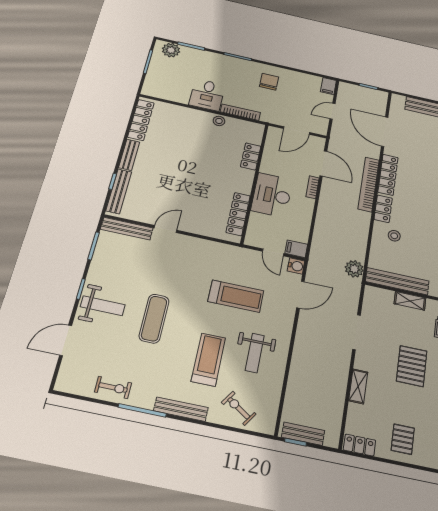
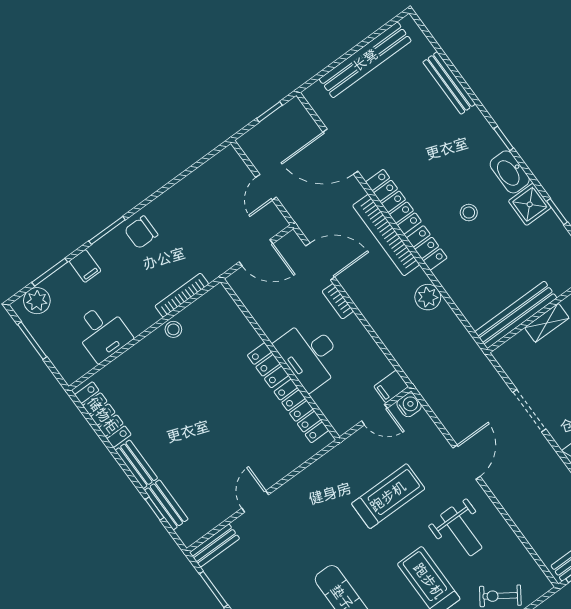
chair: (269, 82) -> (141, 232), moved, turned -90
filing cabinet: (328, 86) -> (85, 266), moved
desk: (207, 95) -> (102, 332), moved
door: (296, 130) -> (256, 253), hinge flipped
locker: (251, 156) -> (268, 365), moved
bench: (119, 191) -> (166, 505), width x0.73
bench: (127, 229) -> (215, 545), width x0.73
stool: (394, 236) -> (469, 213), moved
plant: (354, 269) -> (428, 297), moved
door: (300, 295) -> (466, 462), moved

